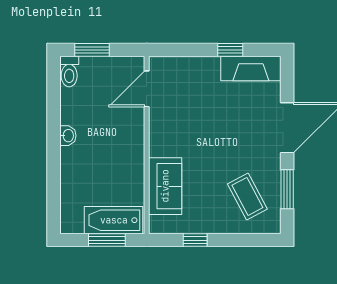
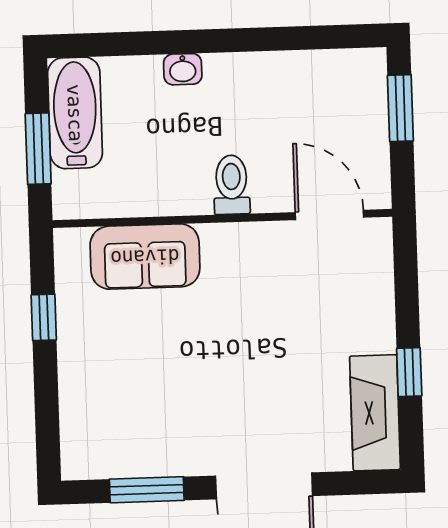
toilet: (69, 72) -> (232, 185), moved, turned 90
washbasin: (68, 136) -> (183, 69), moved
coffee table: (247, 196) -> (130, 414), removed
bathtub: (114, 220) -> (75, 113), moved

